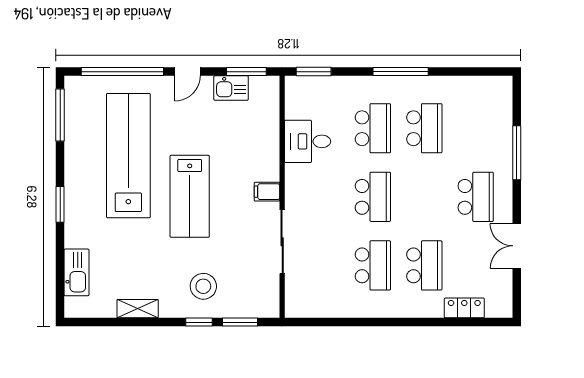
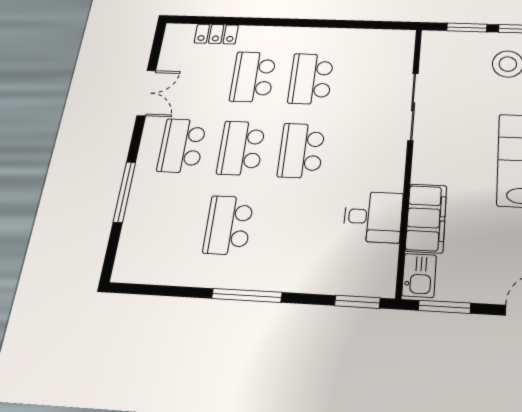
kitchen sink: (231, 88) -> (419, 275), moved, turned 90
school desk: (373, 128) -> (241, 148), moved
filing cabinet: (267, 192) -> (426, 218), moved, width x3.00, depth x1.17

